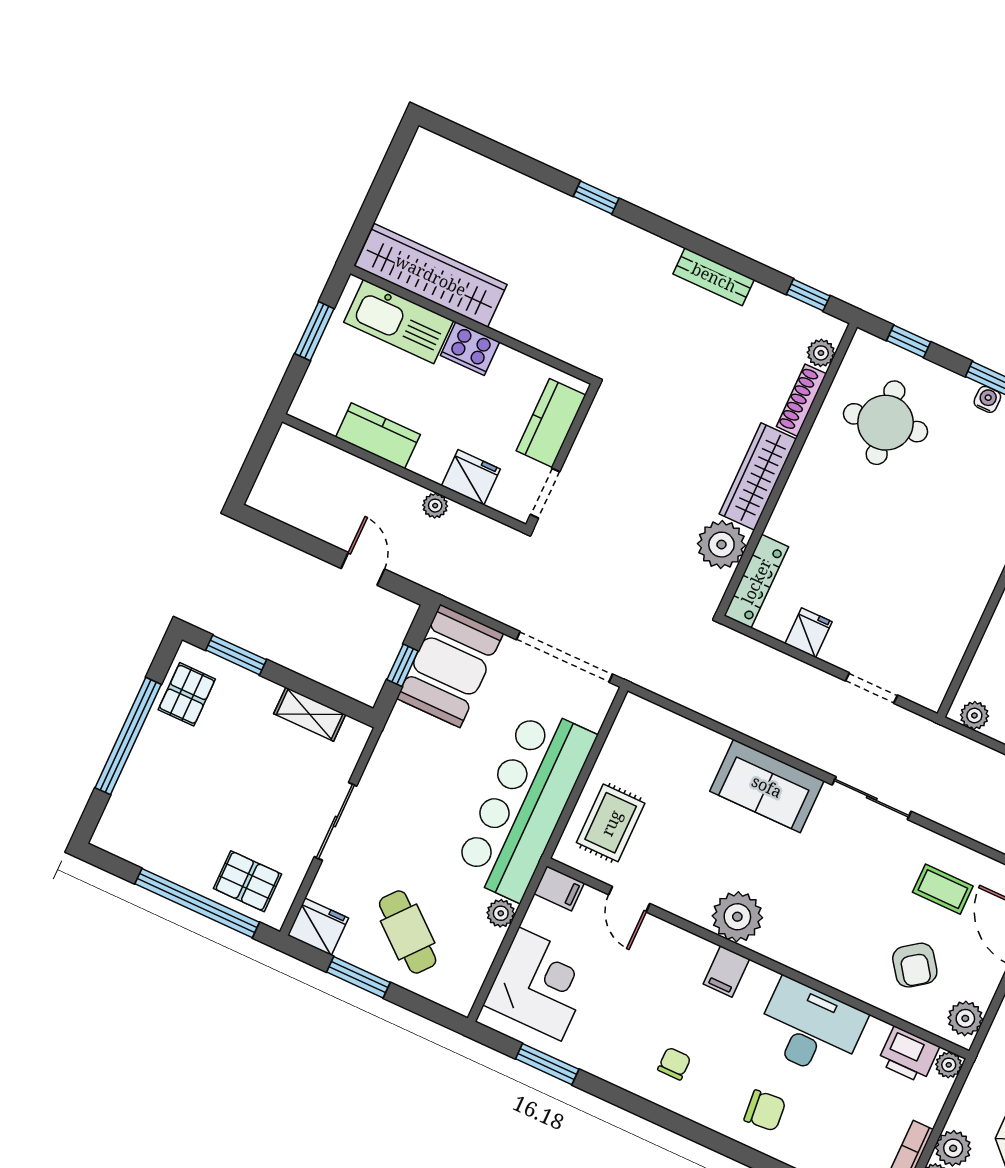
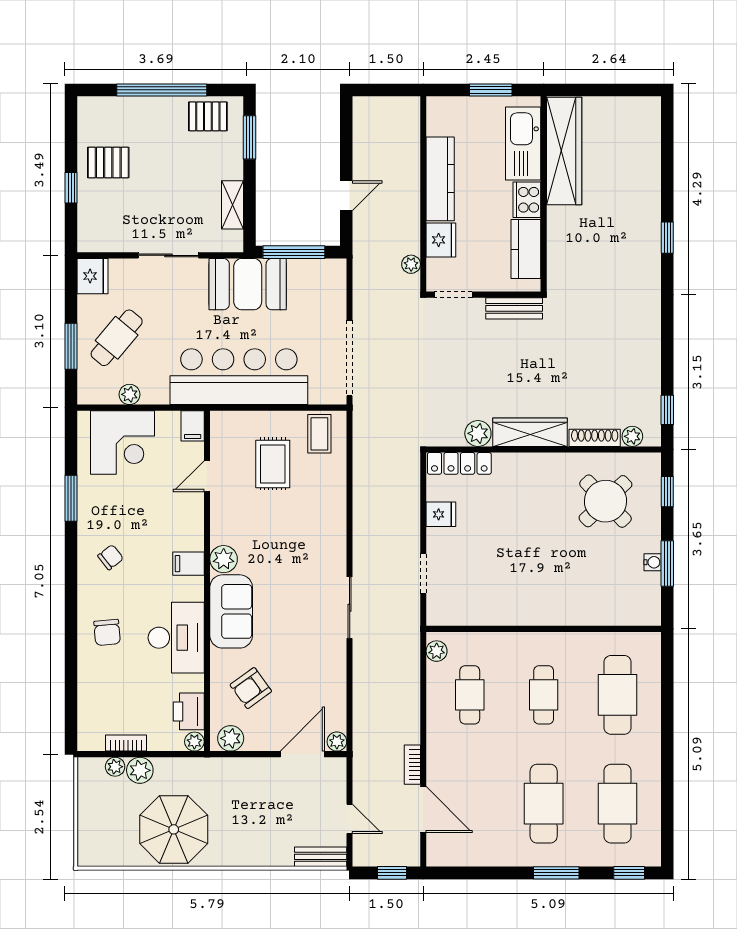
bench: (714, 277) -> (514, 308), moved, turned 90
kitchen counter: (551, 423) -> (526, 249), moved, turned -90
round table: (886, 423) -> (605, 501), turned -35
kitchen counter: (378, 436) -> (440, 179), width x1.50
plant: (435, 506) -> (411, 264), moved
plant: (721, 545) -> (478, 433), width x0.73, depth x0.73
window: (403, 665) -> (294, 252), width x2.17
booth: (450, 666) -> (248, 284), moved
sofa: (767, 786) -> (231, 611), moved, turned 180
rug: (611, 823) -> (273, 464), moved, turned 90
pallet: (247, 881) -> (108, 162), moved, turned 90
coffee table: (943, 889) -> (319, 434), moved
window: (197, 903) -> (71, 188), width x0.32
plant: (501, 913) -> (130, 394), moved
plant: (737, 917) -> (224, 559), width x0.73, depth x0.73
window: (358, 977) -> (71, 346), moved
window: (547, 1064) -> (71, 498), moved
chair: (674, 1064) -> (111, 557), turned -38

